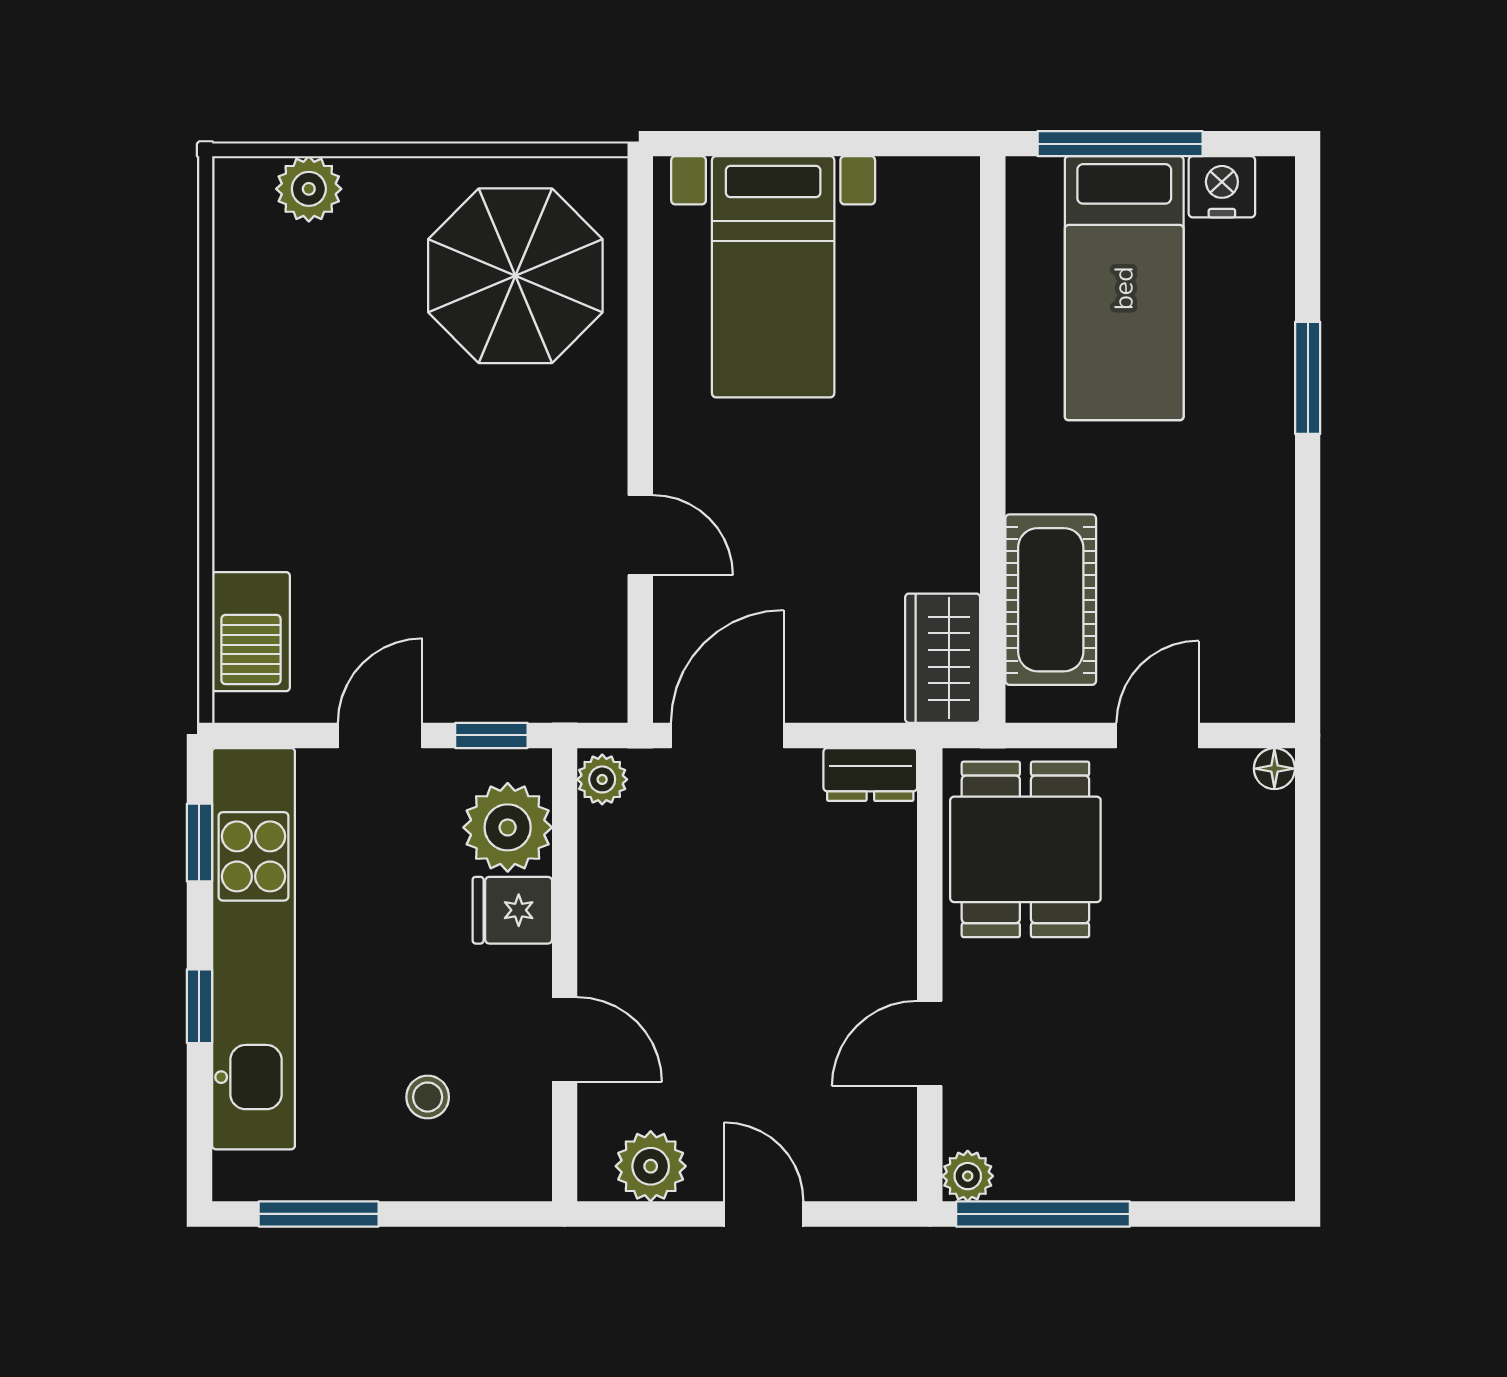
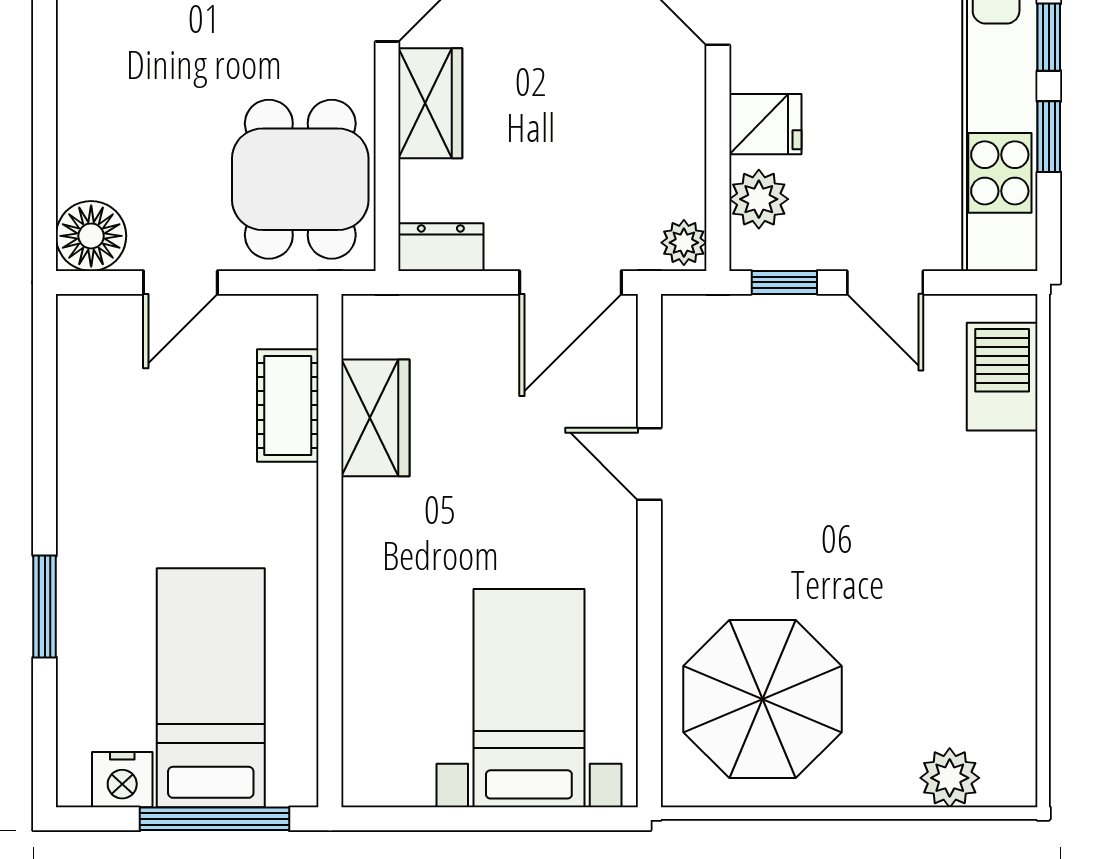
cot: (1051, 600) -> (288, 405), width x0.73, depth x0.75
wardrobe: (943, 658) -> (375, 418), moved
door: (380, 735) -> (885, 282), hinge flipped
floor lamp: (1274, 769) -> (91, 236), width x1.89, depth x1.89
plant: (508, 827) -> (759, 199), width x0.73, depth x0.73
window: (199, 843) -> (1049, 137), moved
wardrobe: (882, 933) -> (430, 103), added

